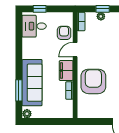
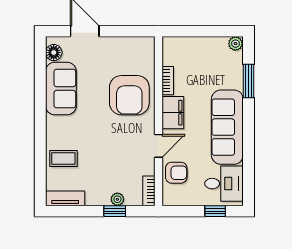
armchair: (64, 33) -> (176, 173), turned -90
sofa: (32, 83) -> (227, 127), moved

